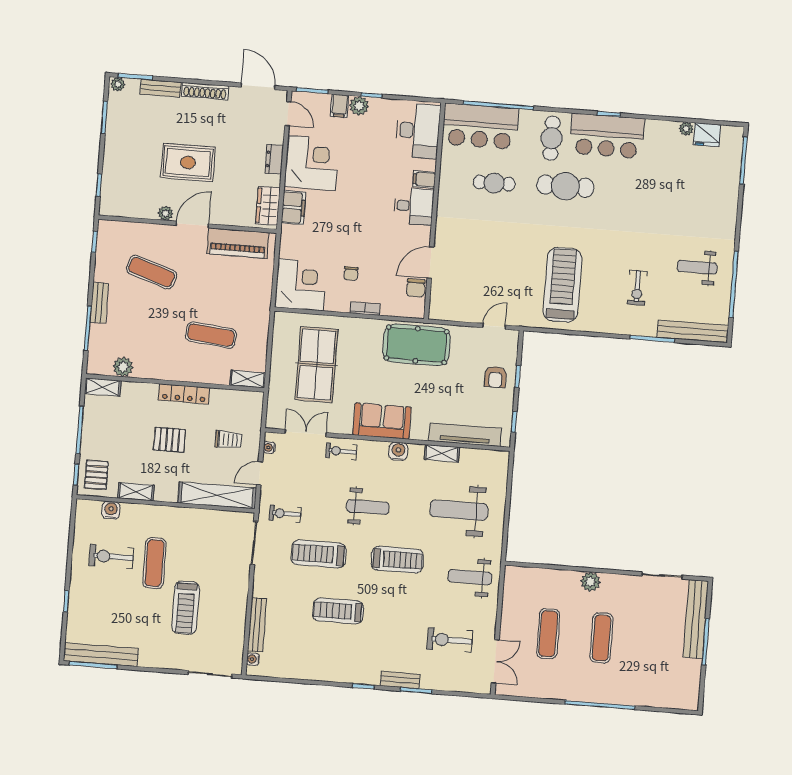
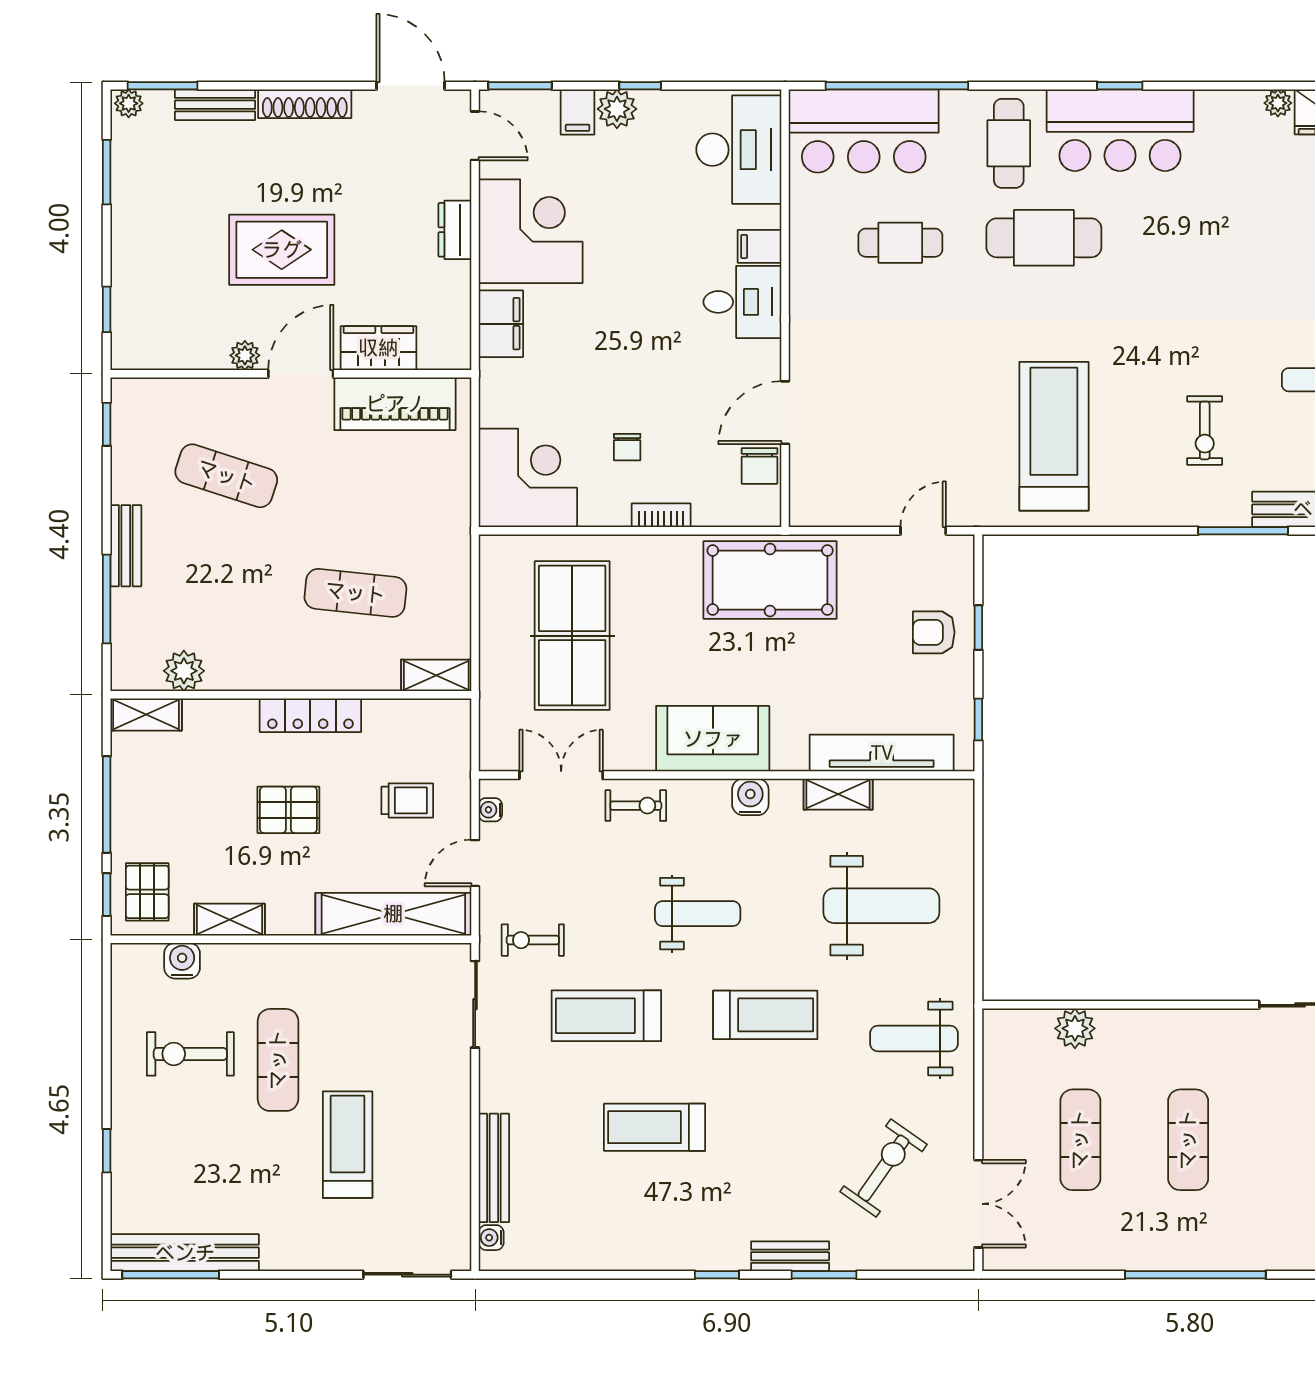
wardrobe: (268, 206) -> (378, 348), moved, turned 90
armchair: (495, 377) -> (934, 632), turned 90
exercise bike: (341, 451) -> (636, 806), turned 180
weight bench: (459, 510) -> (881, 906), turned 180
plant: (590, 582) -> (1075, 1028), moved
treadmill: (186, 608) -> (348, 1145), turned 180
exercise bike: (450, 640) -> (884, 1168), turned 125

